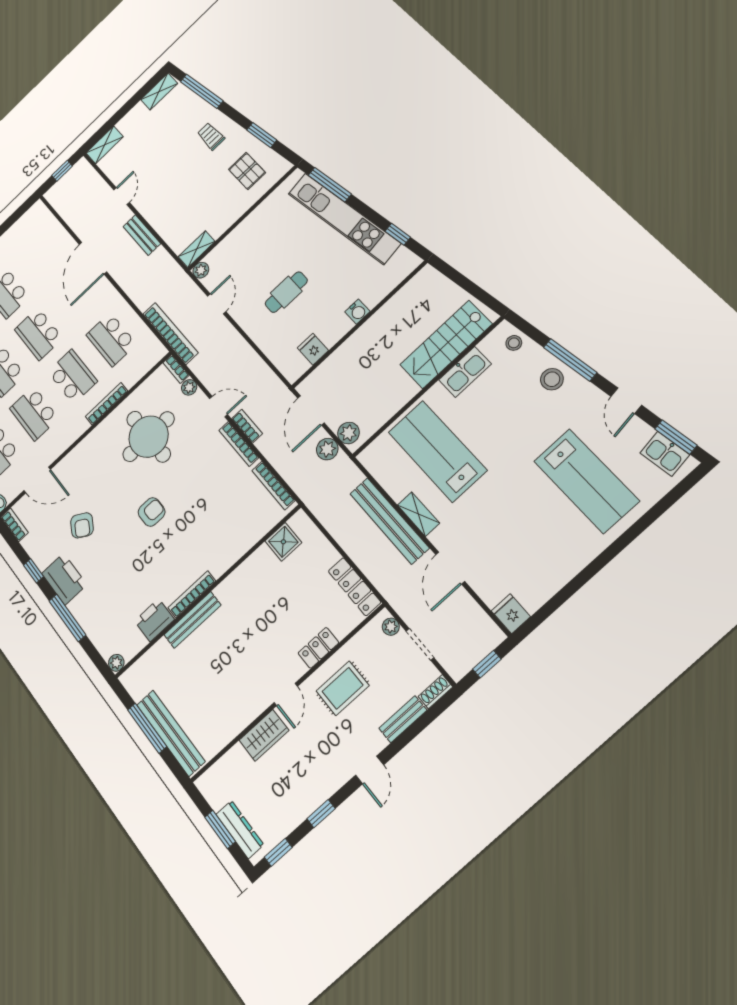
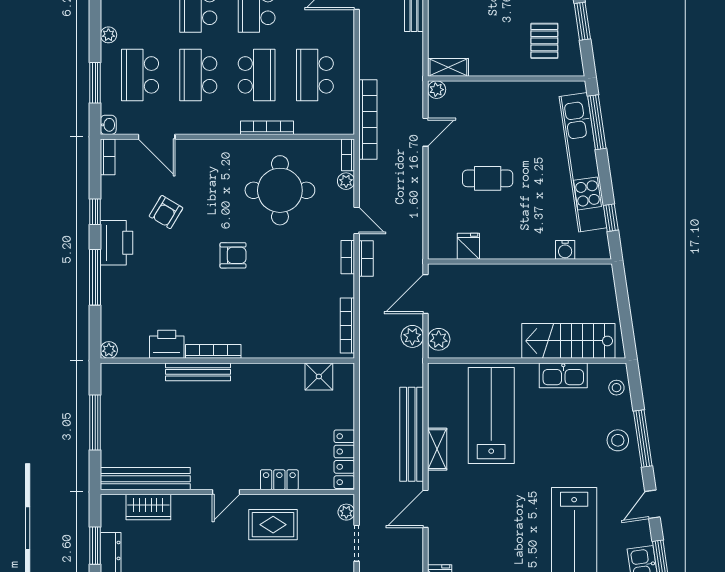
water cooler: (357, 312) -> (565, 250), moved
bookcase: (239, 444) -> (348, 257), width x0.64
bench: (171, 733) -> (145, 479), moved, turned 90
wardrobe: (264, 735) -> (148, 507), moved

